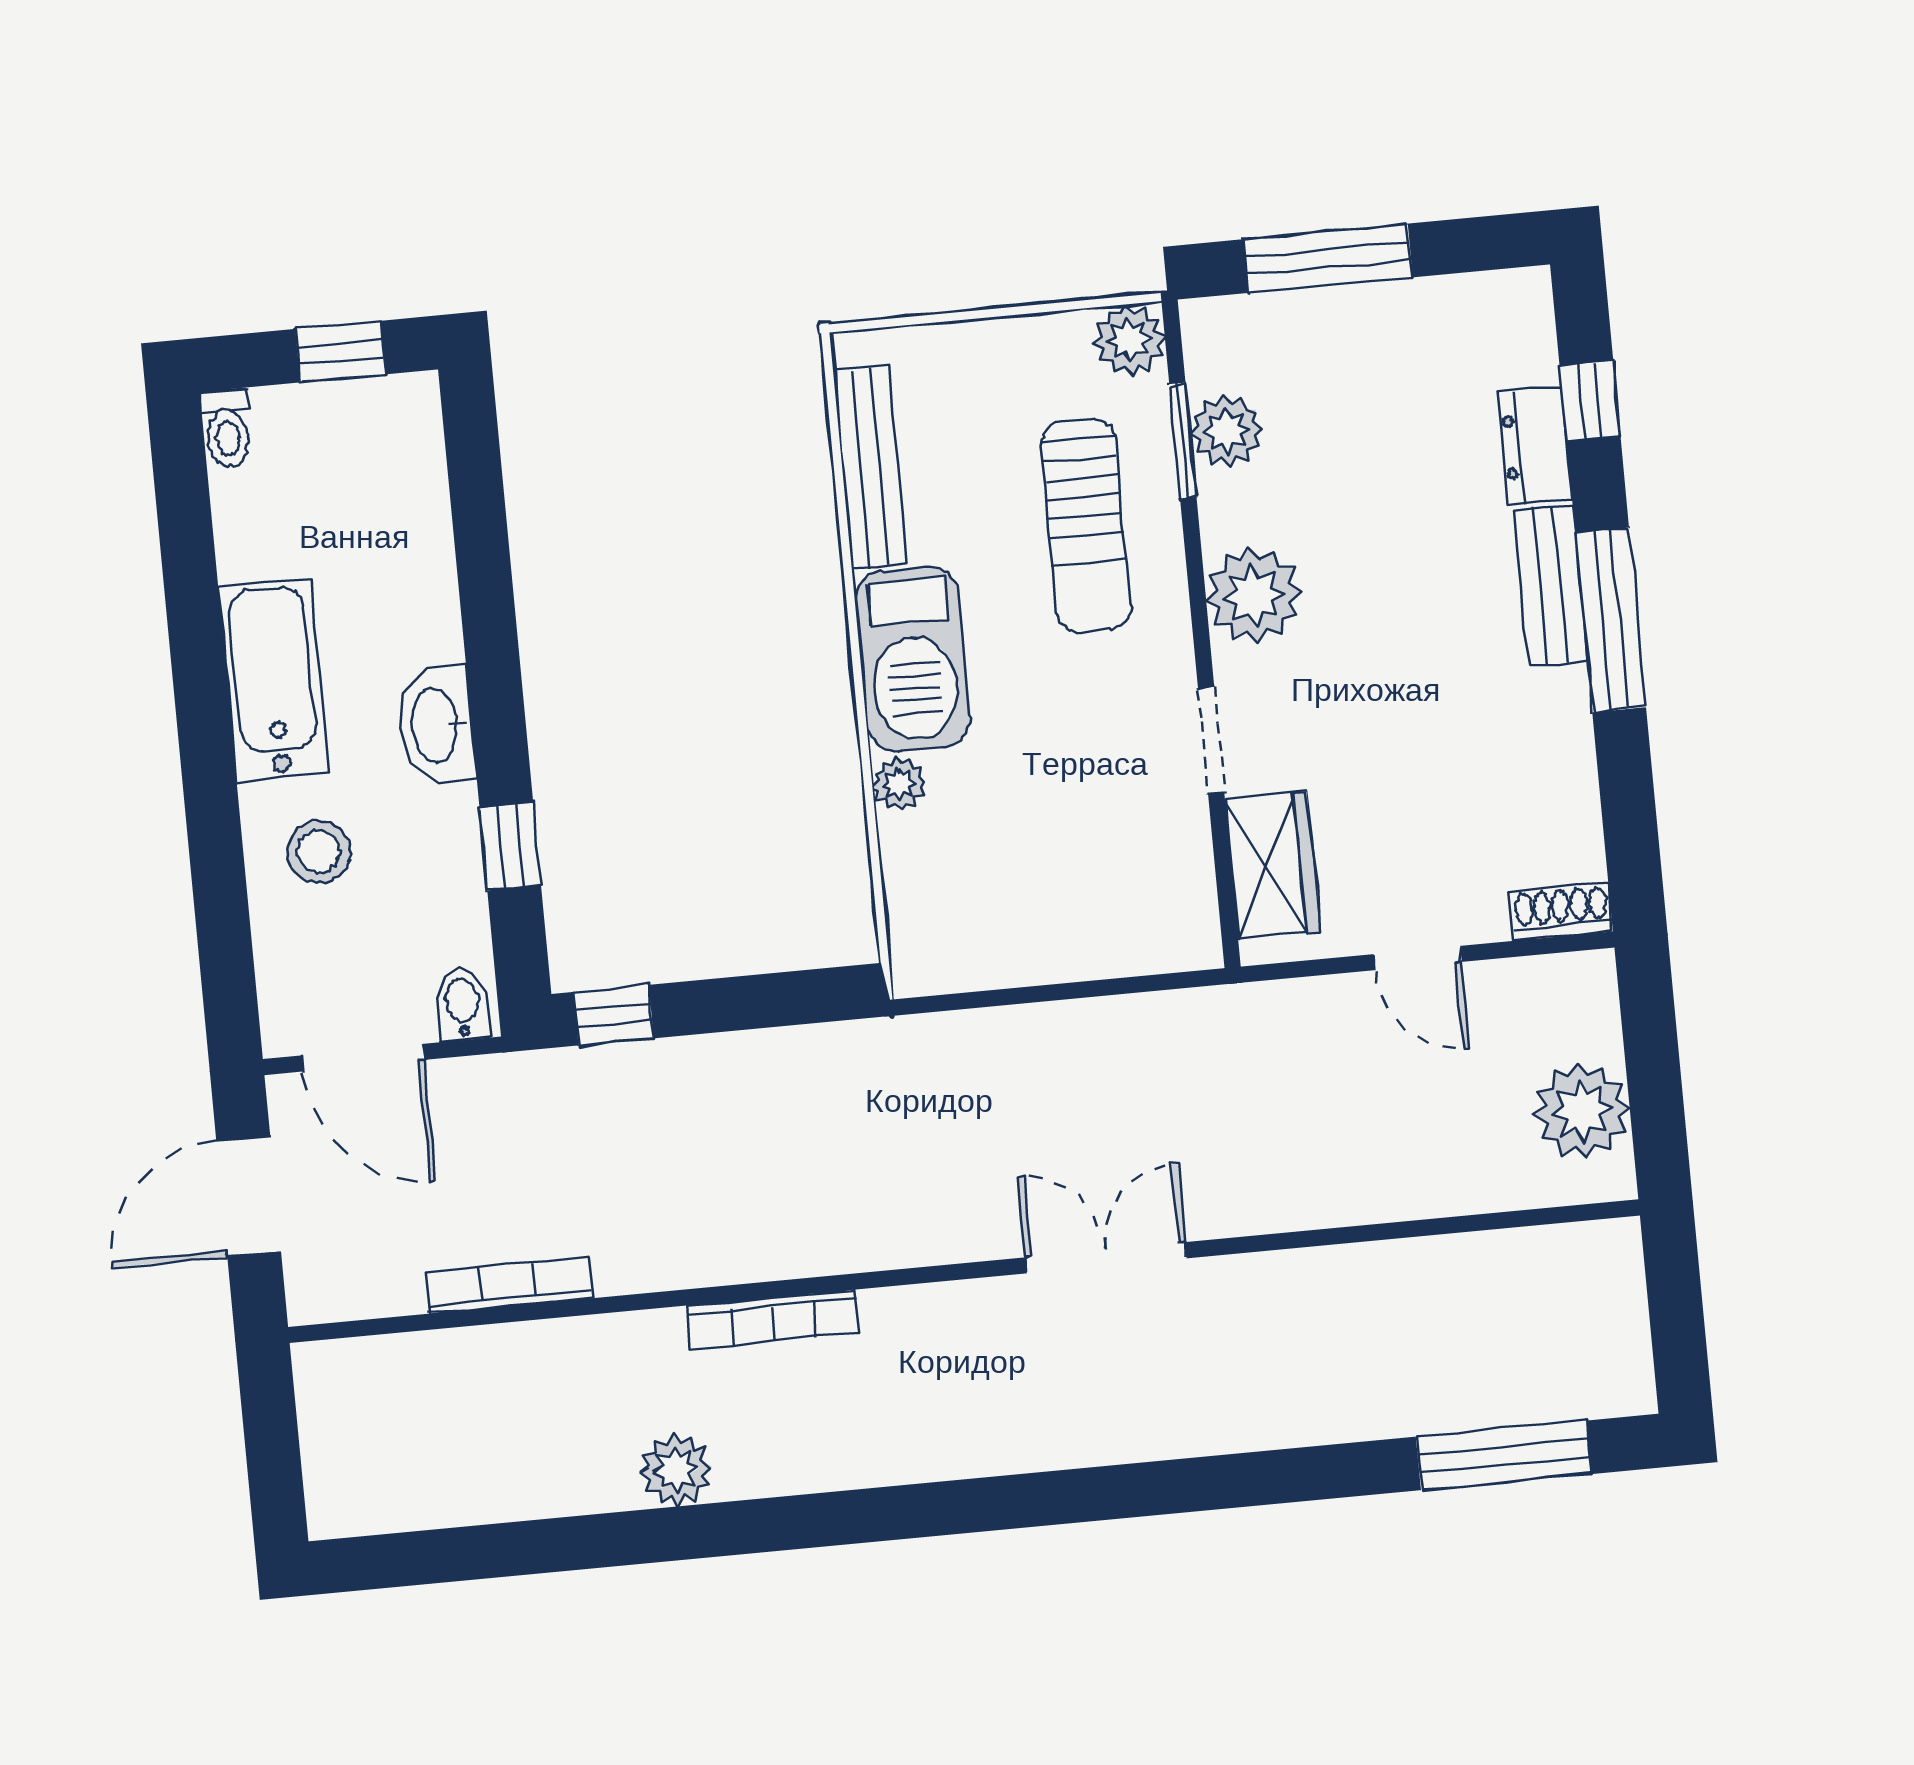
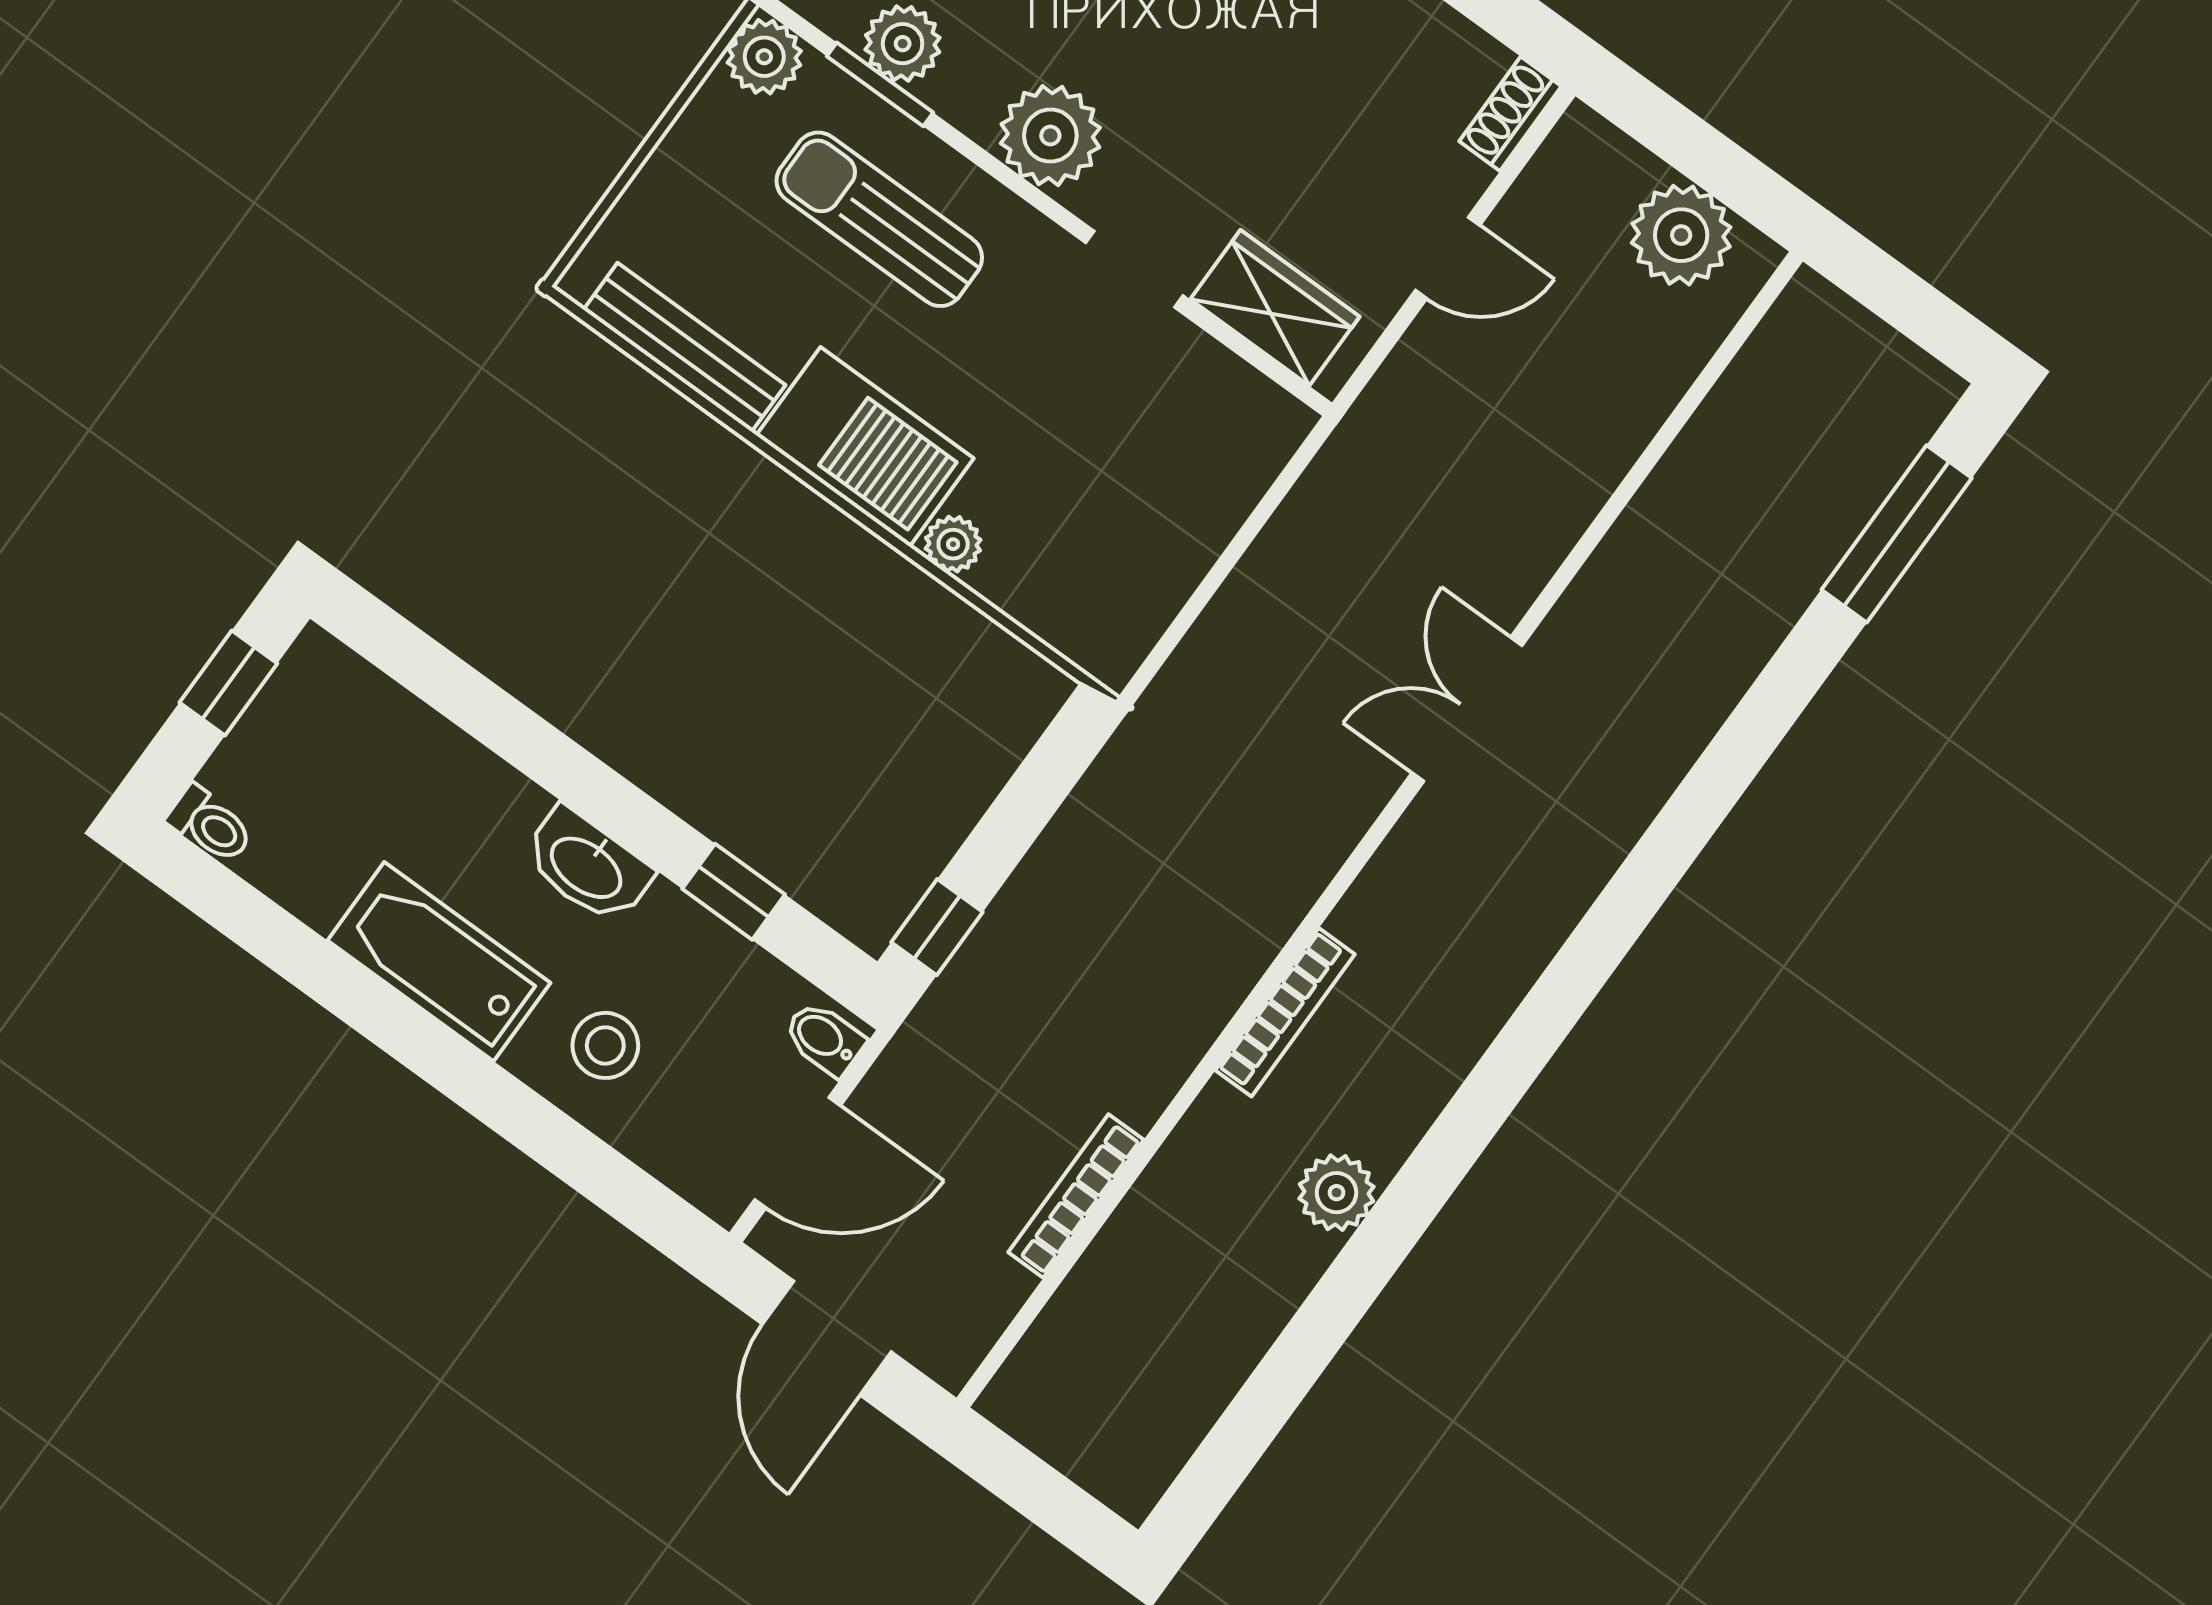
sun lounger: (1086, 525) -> (879, 219), turned 180

